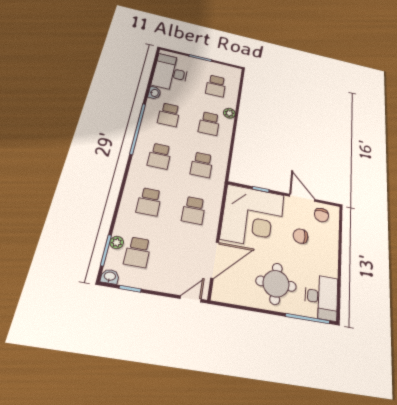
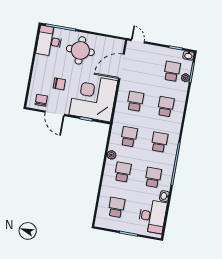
plant: (229, 113) -> (111, 155), moved
door: (191, 299) -> (138, 41), swing flipped

